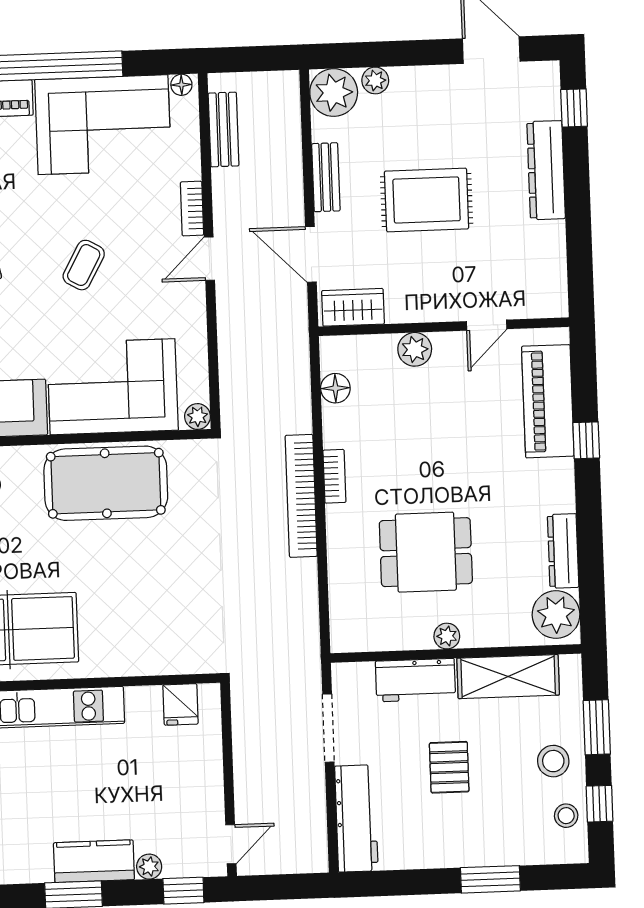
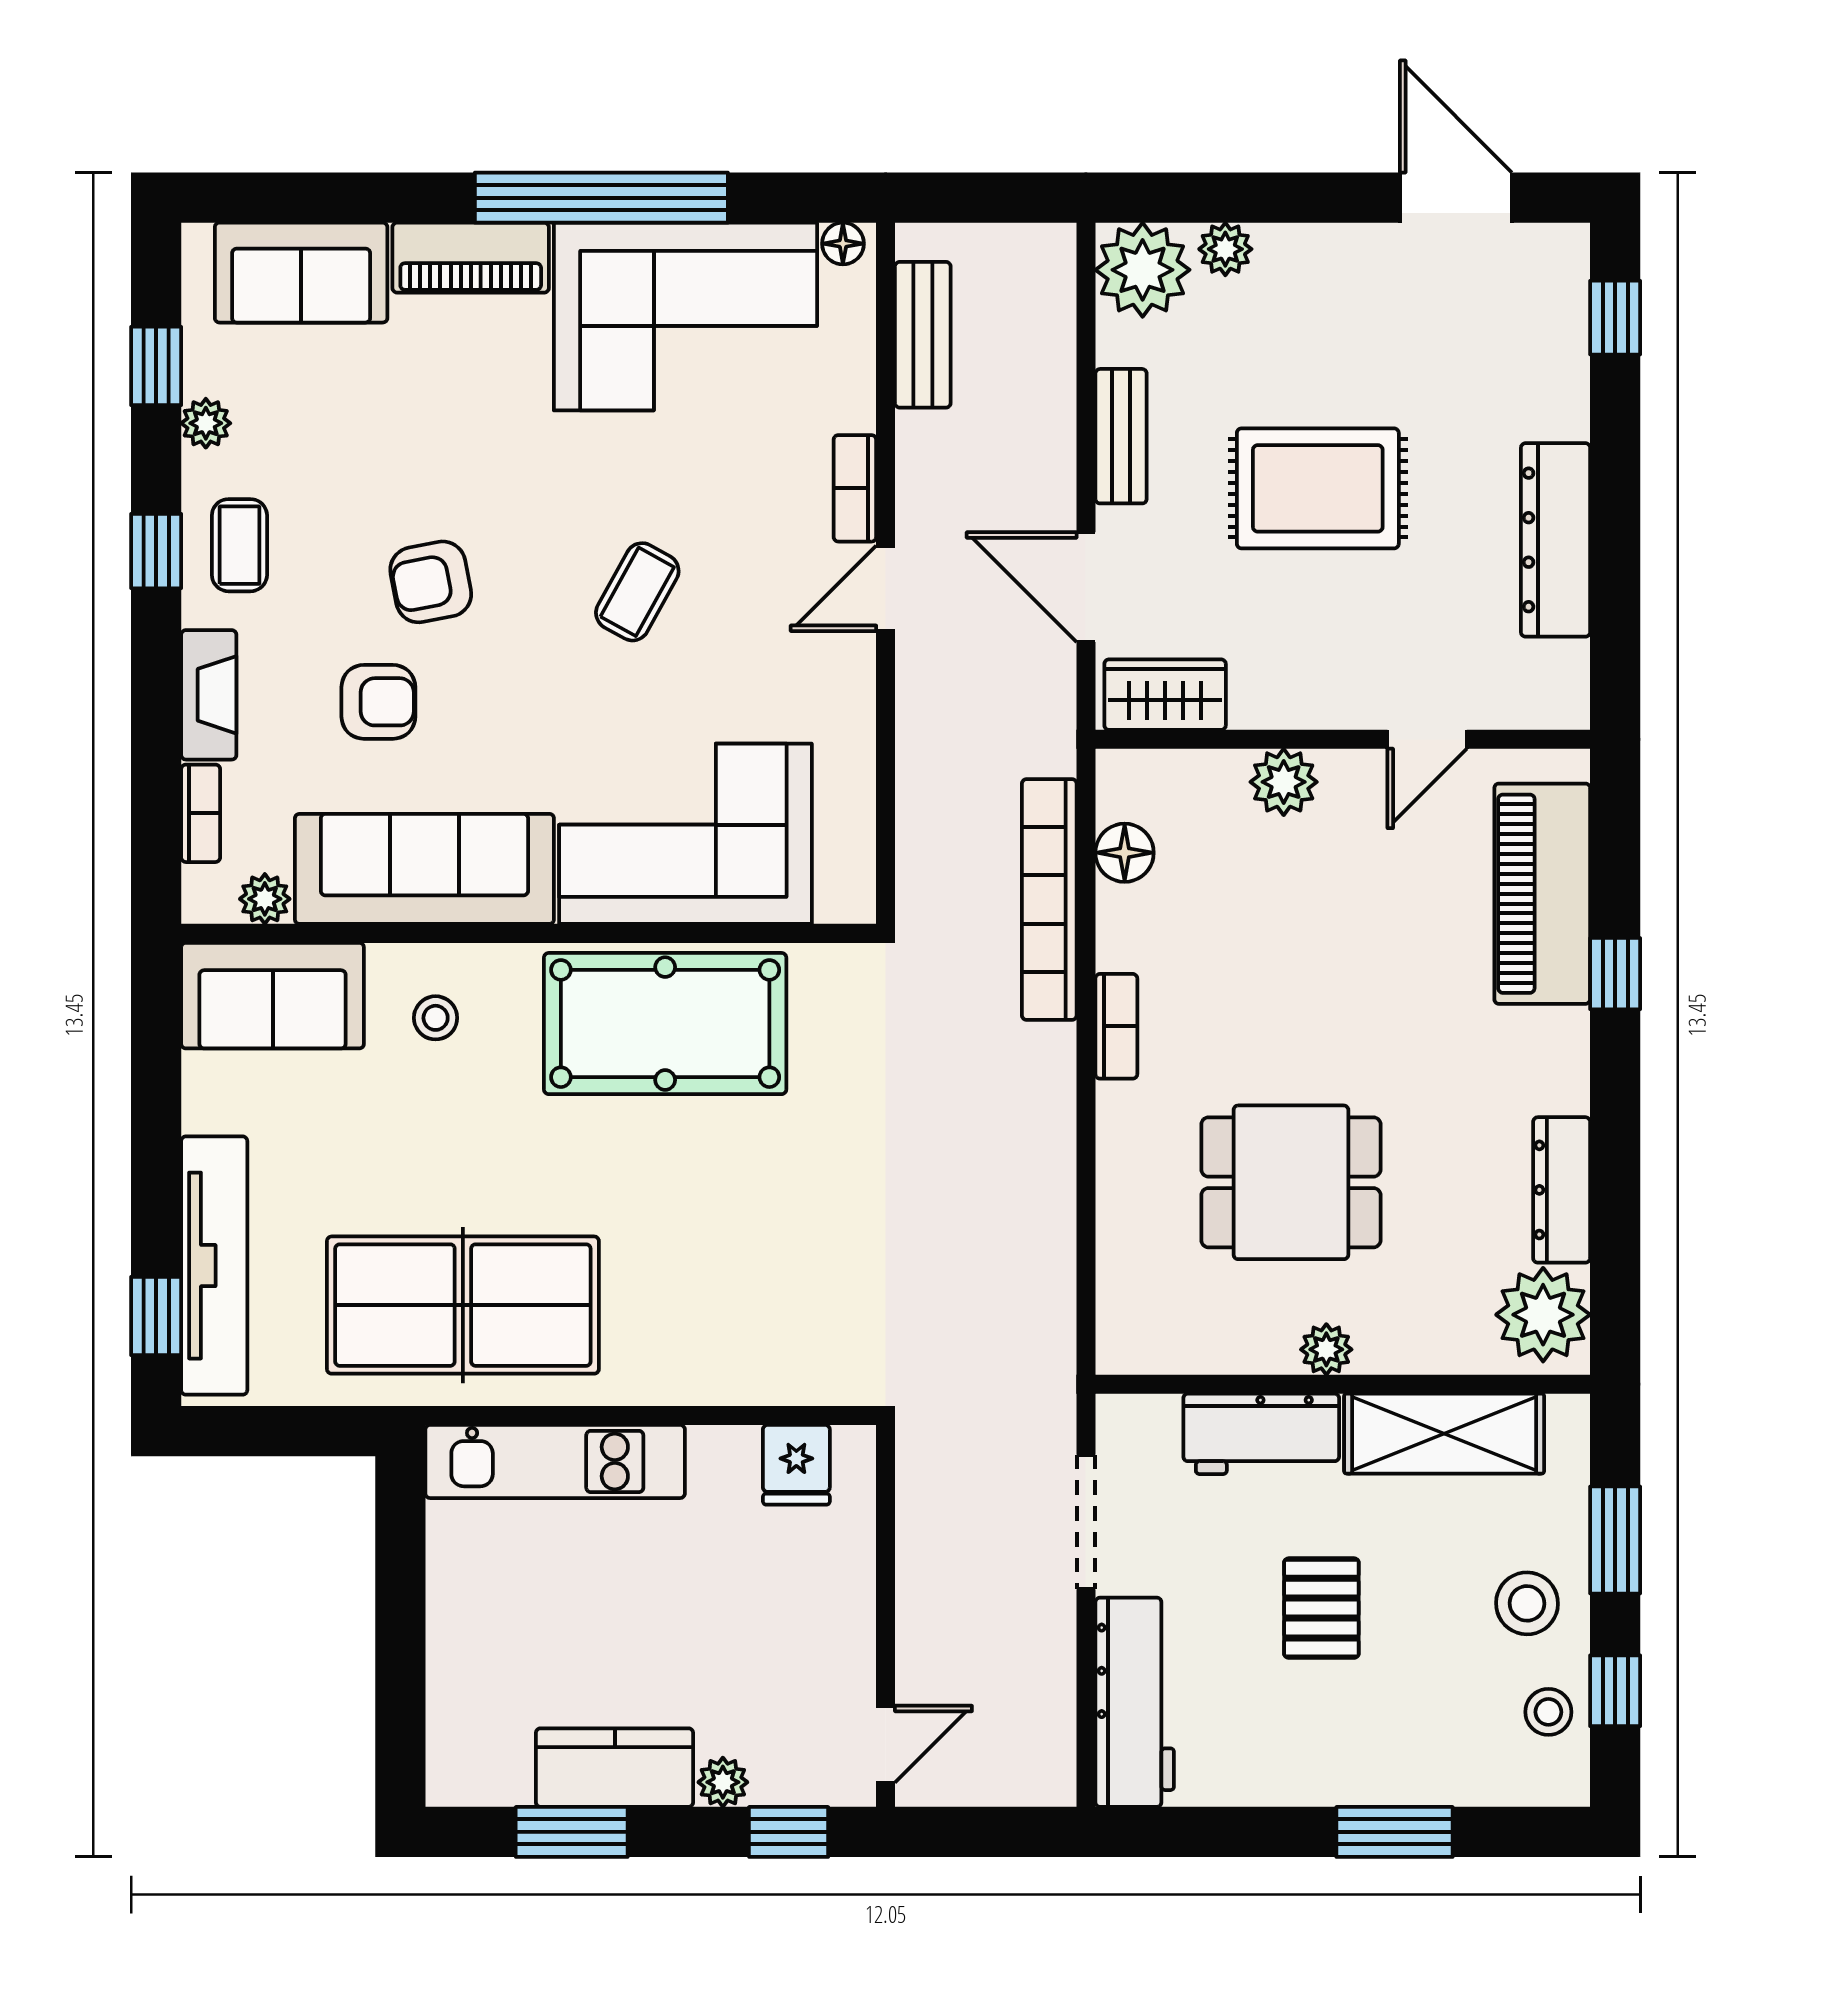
dresser: (546, 170) -> (1556, 540), moved
plant: (198, 416) -> (851, 899), removed
bookcase: (301, 496) -> (1049, 899), moved

